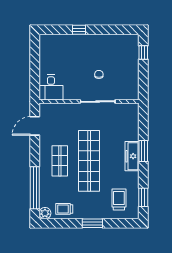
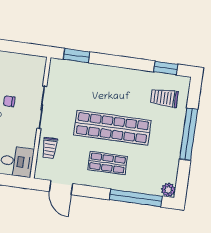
window: (143, 151) -> (77, 56), moved
freezer: (132, 156) -> (114, 75), removed
trolley: (64, 209) -> (50, 148), moved
window: (92, 223) -> (189, 134), width x2.11

